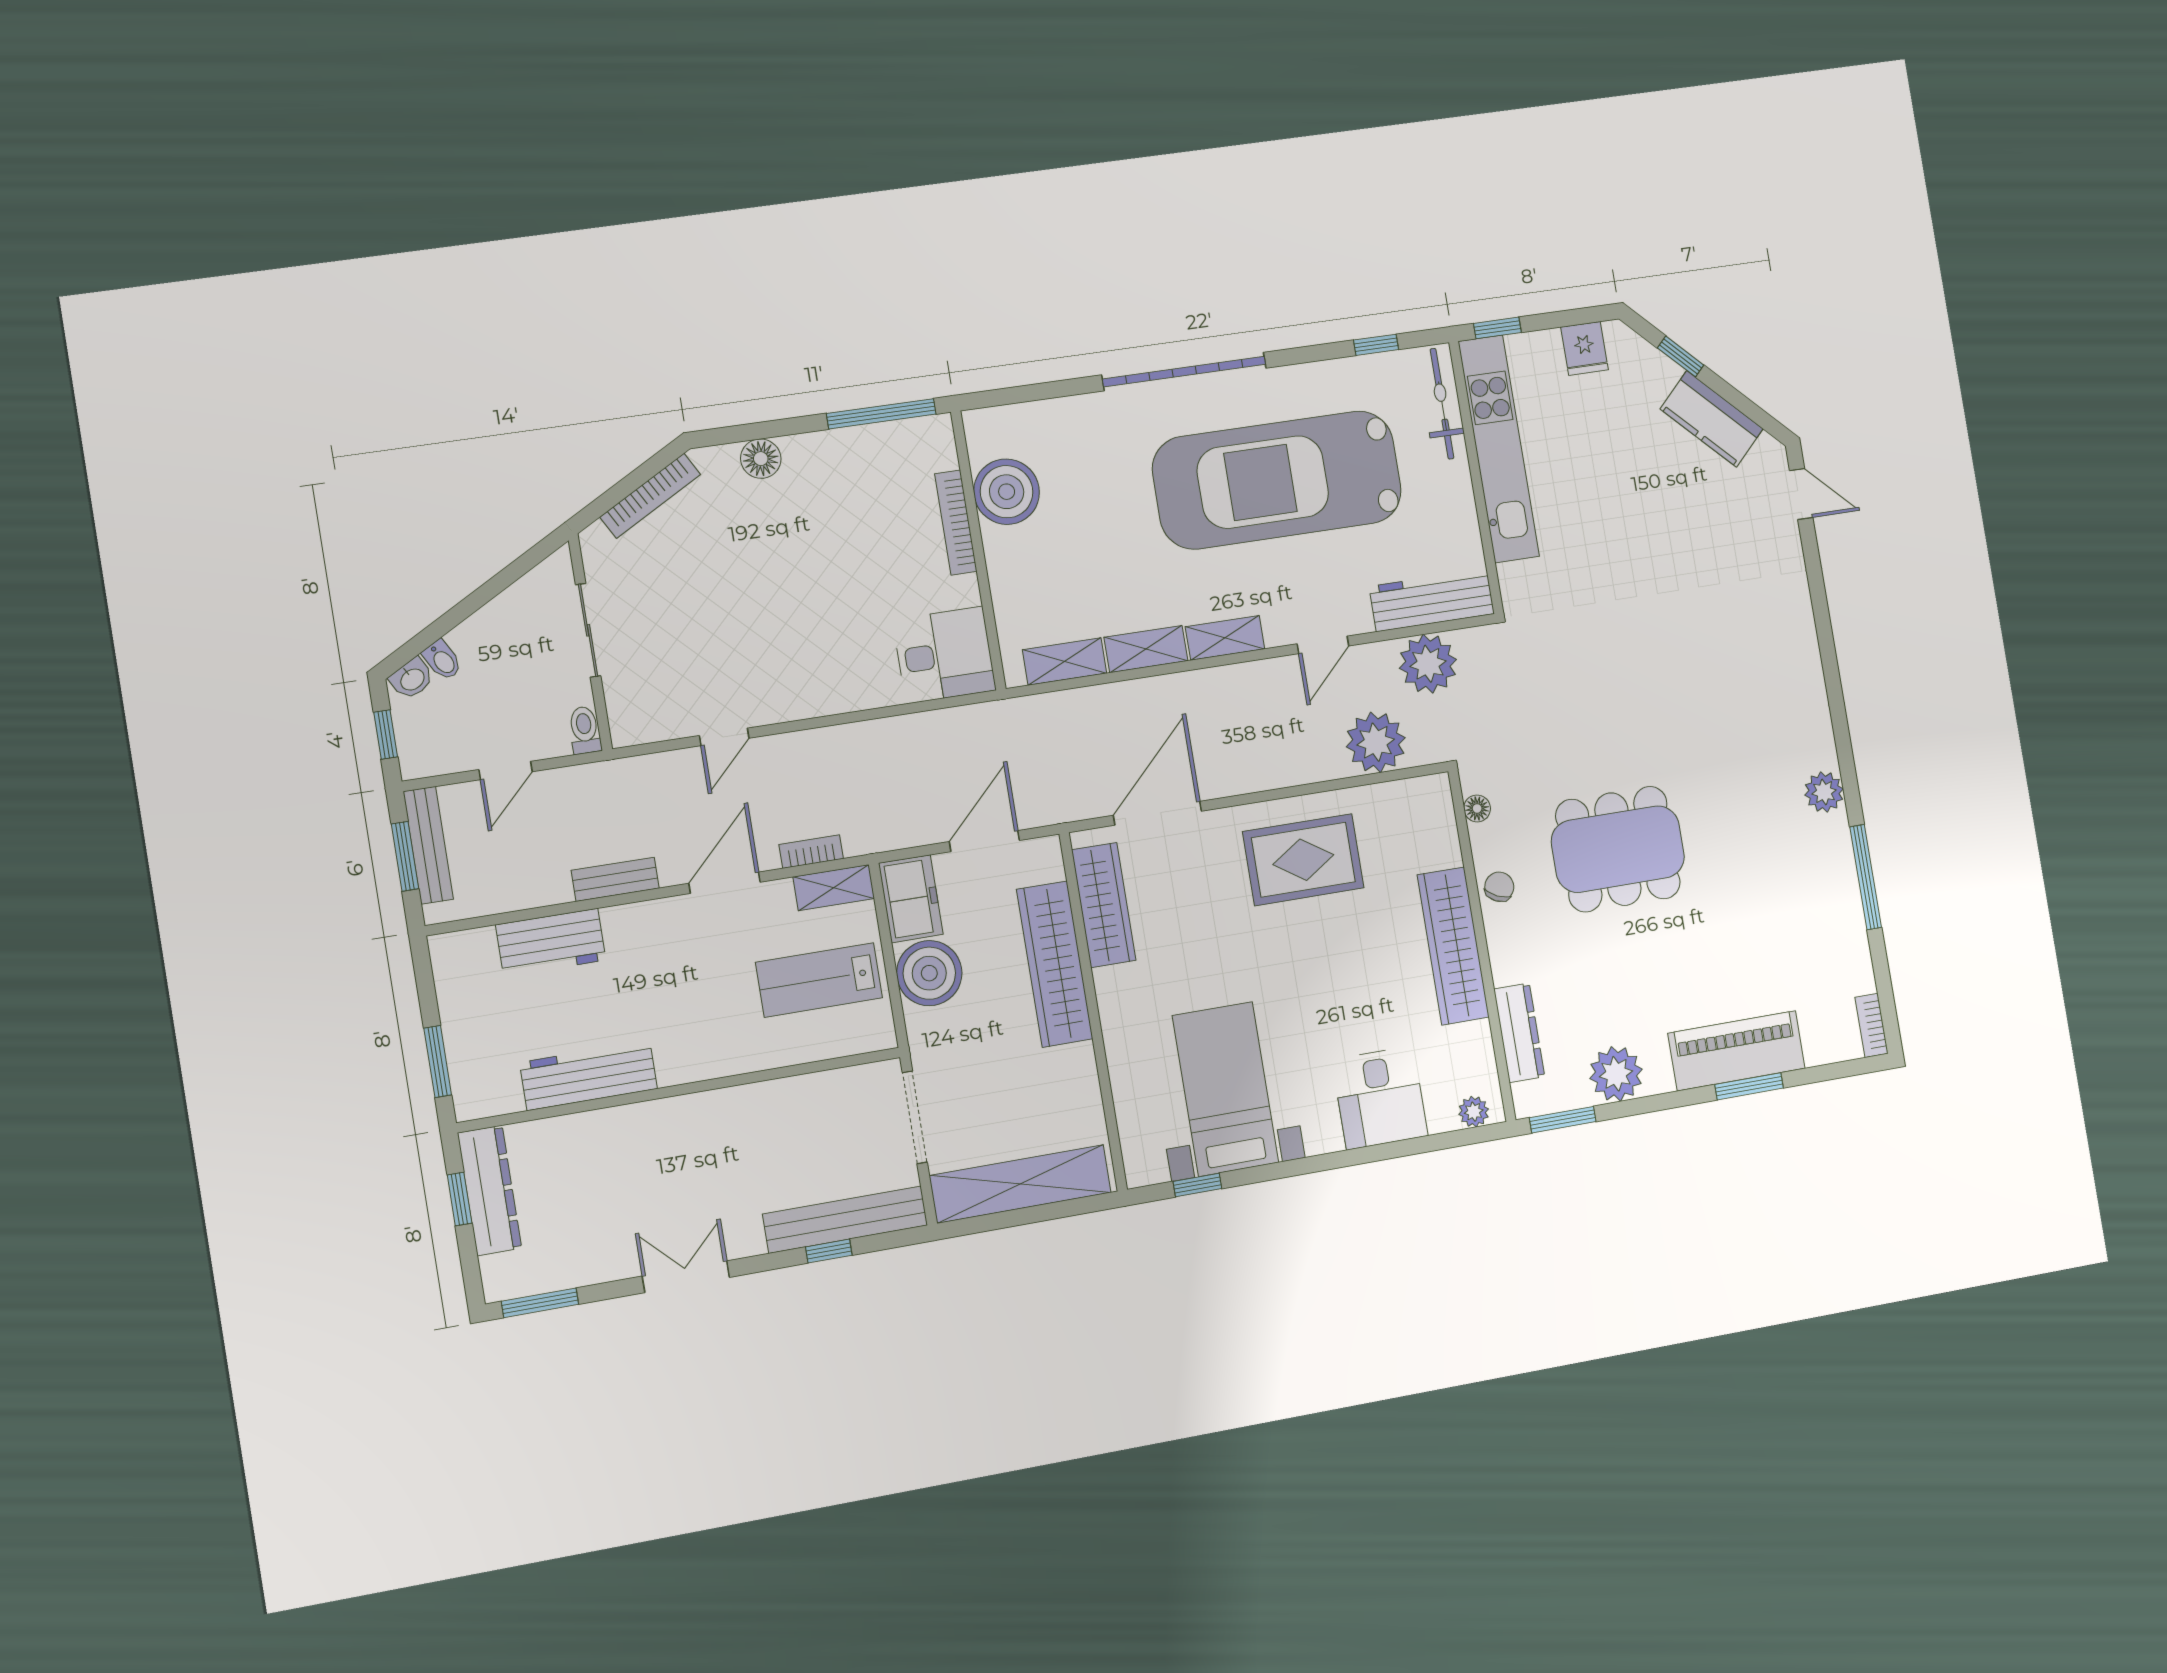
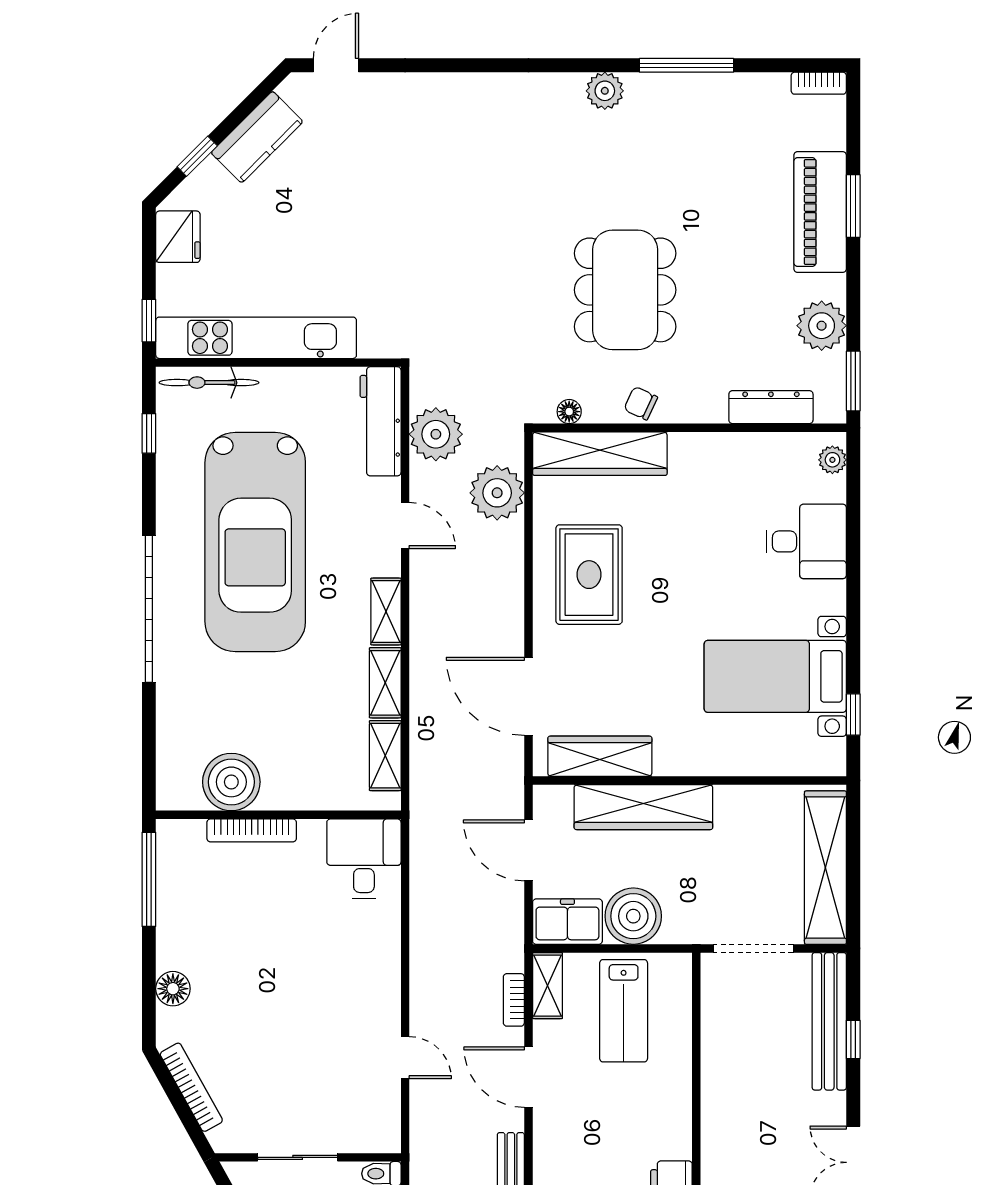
fridge: (1584, 348) -> (178, 237), width x1.38
wardrobe: (1453, 946) -> (600, 454), moved

